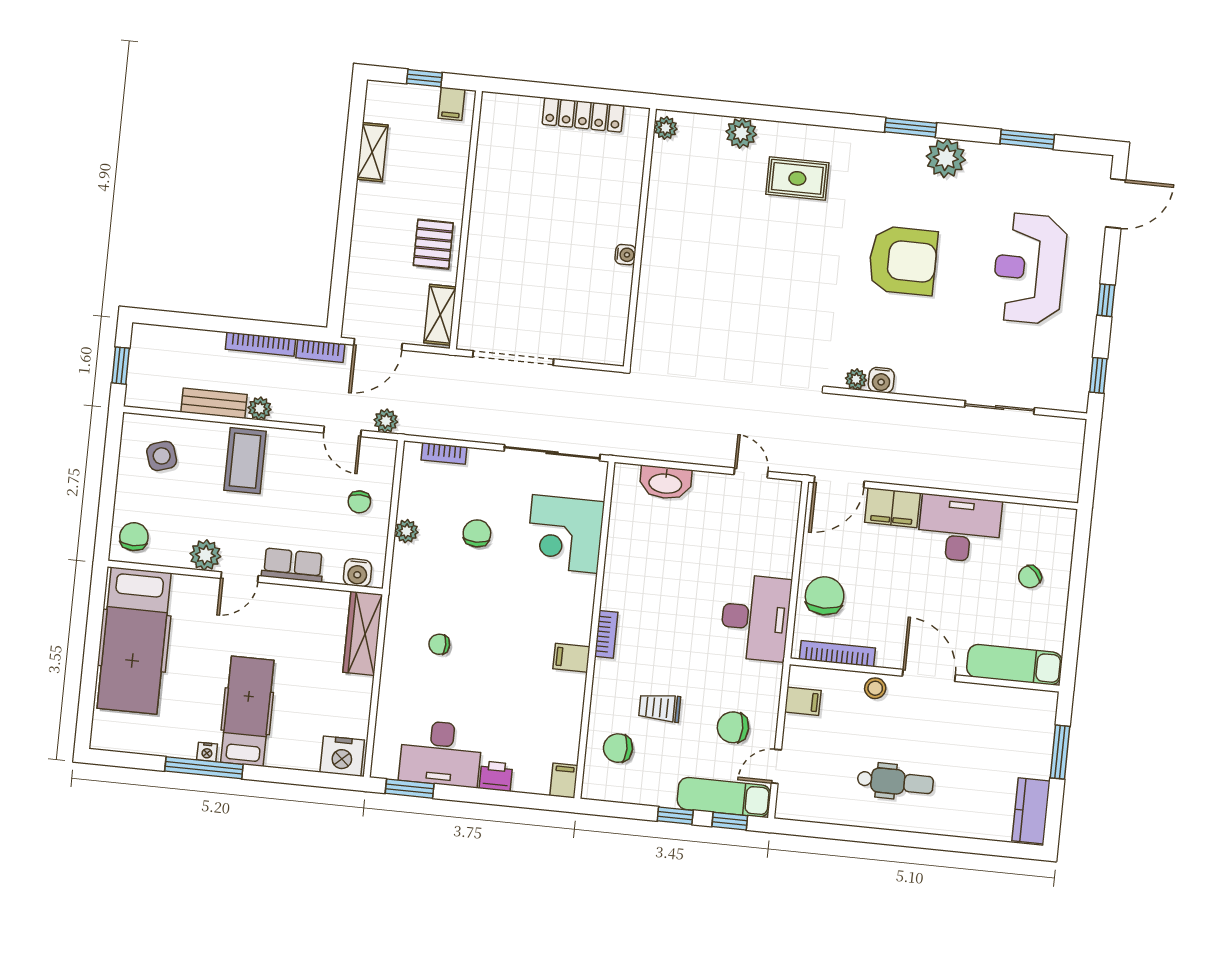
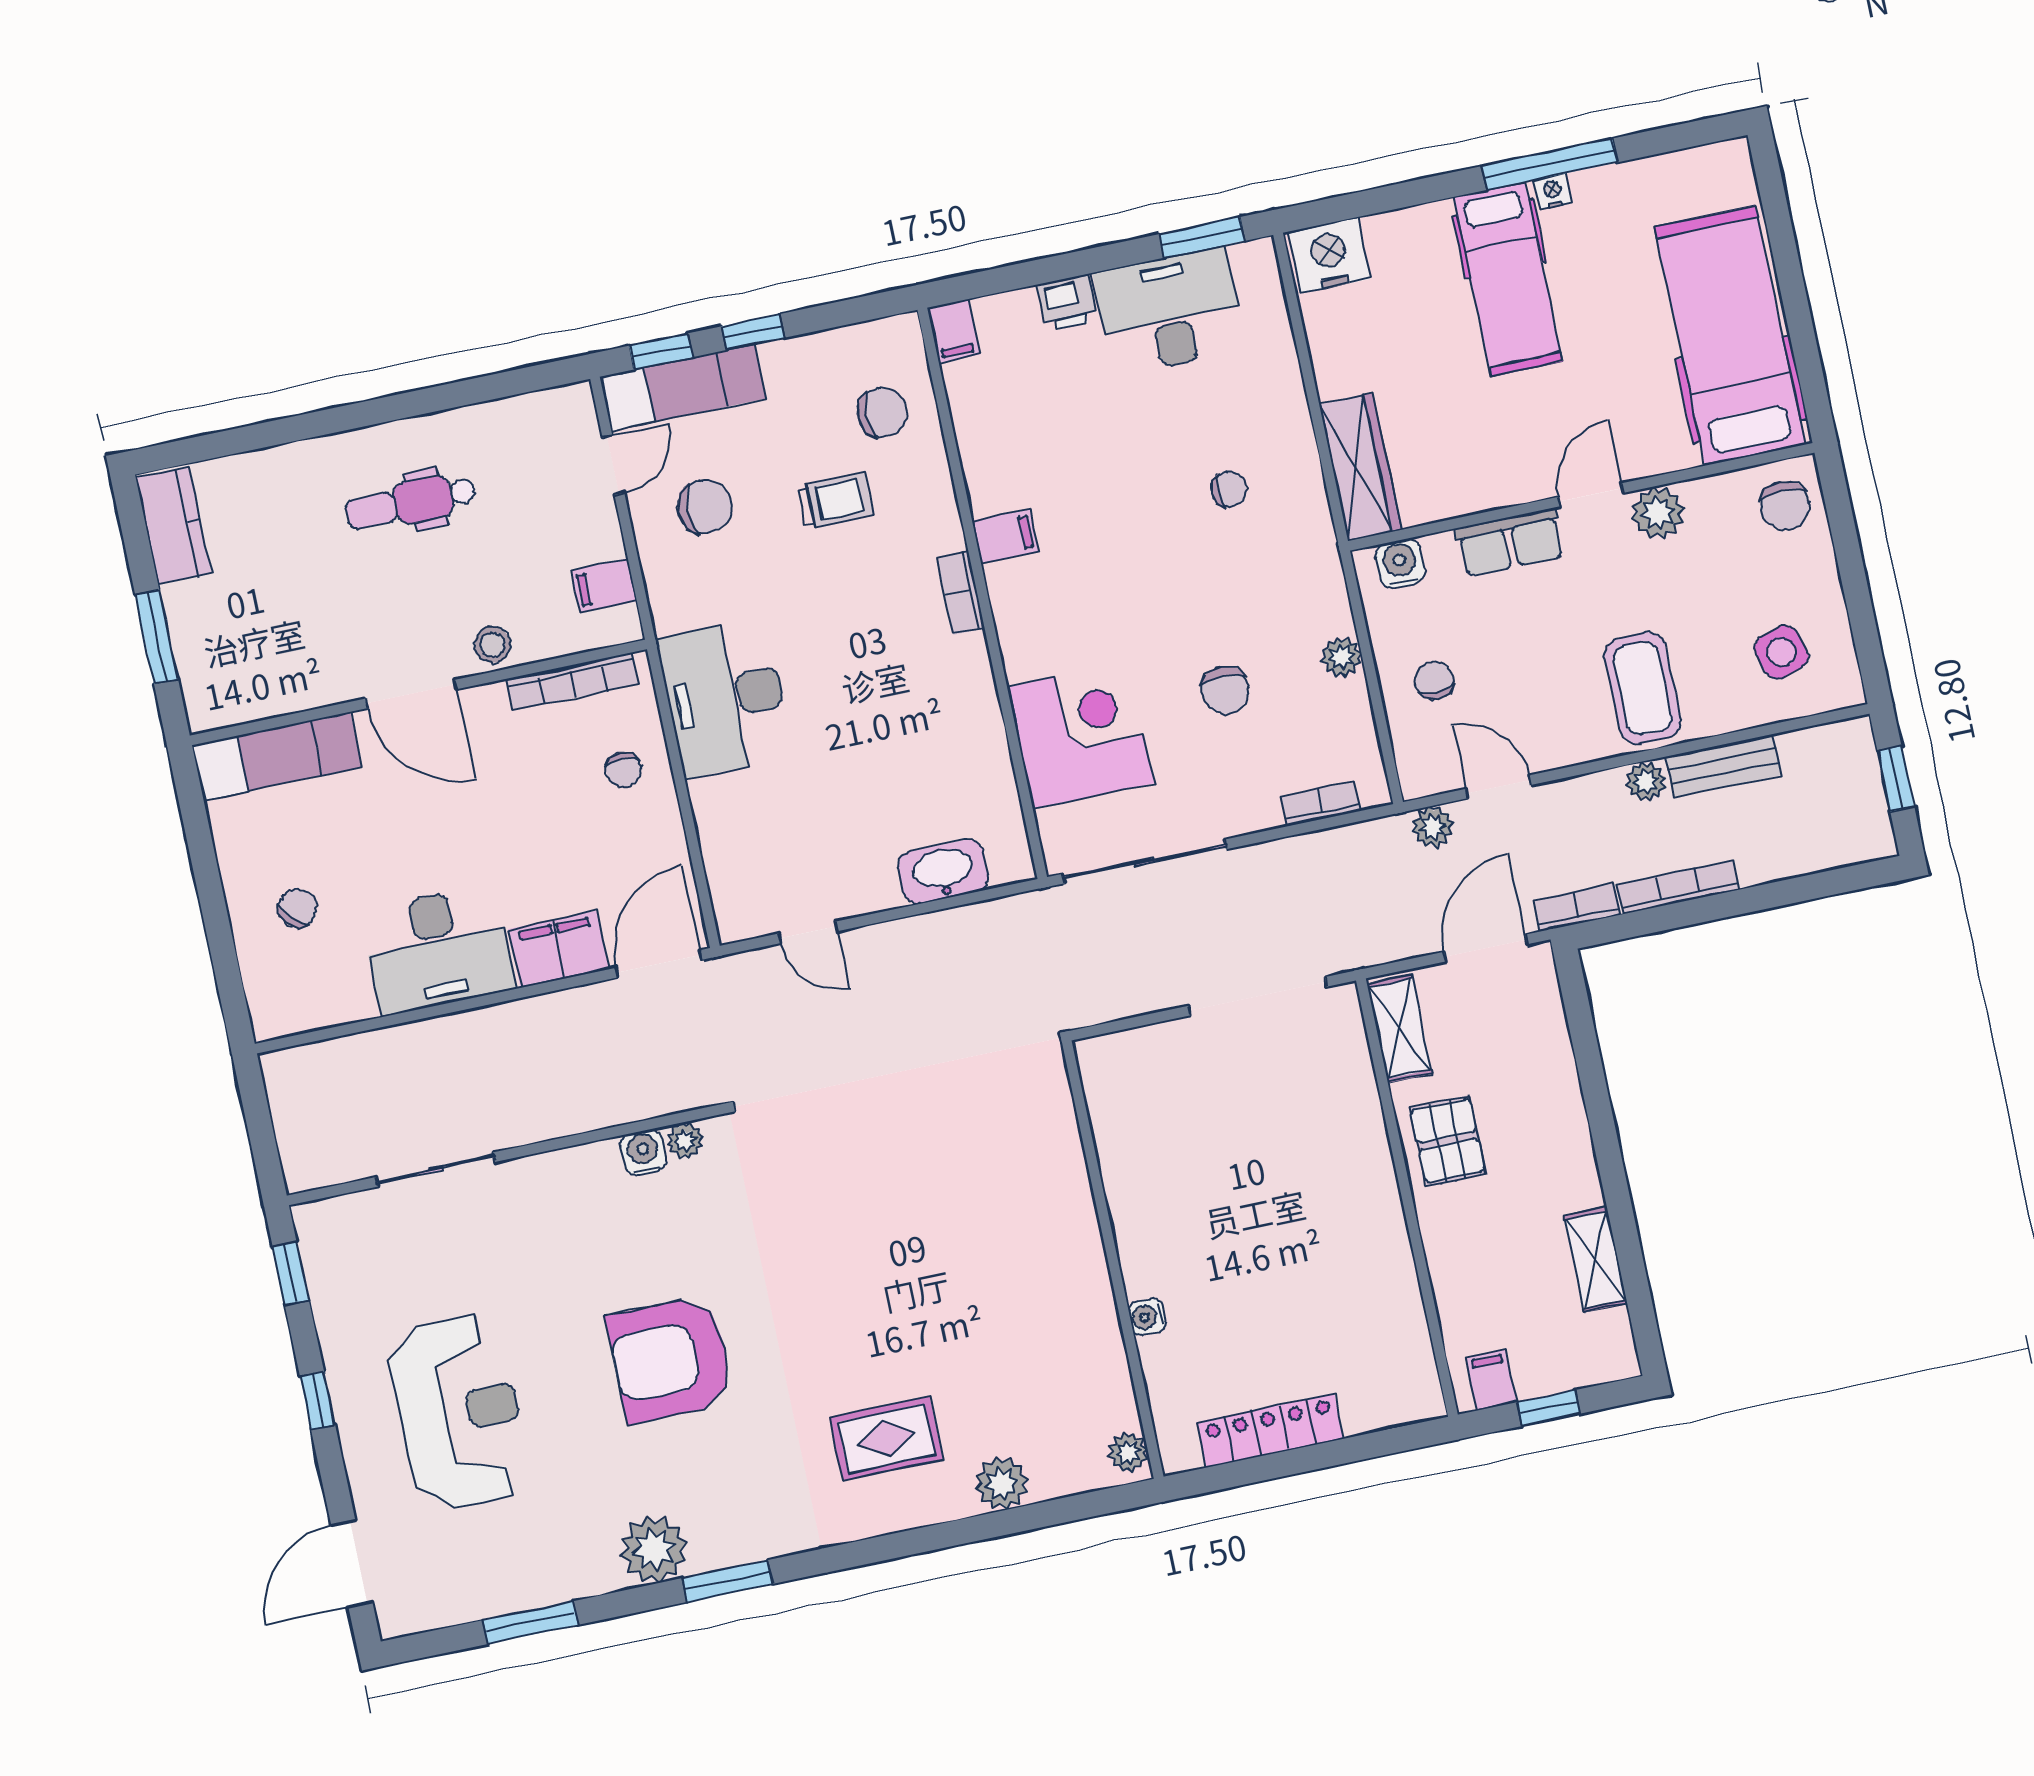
water cooler: (625, 255) -> (1147, 1317), moved
chair: (825, 596) -> (623, 770), width x0.54, depth x0.54

